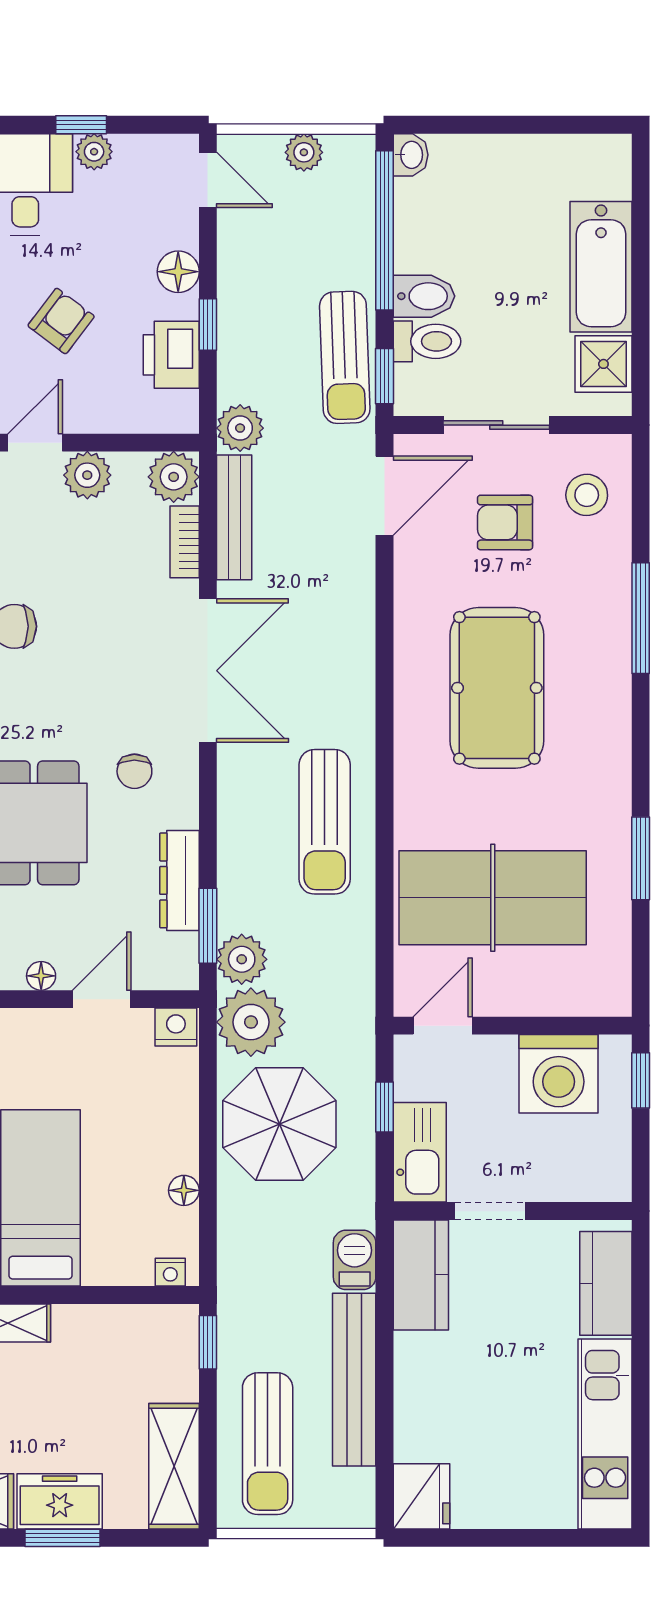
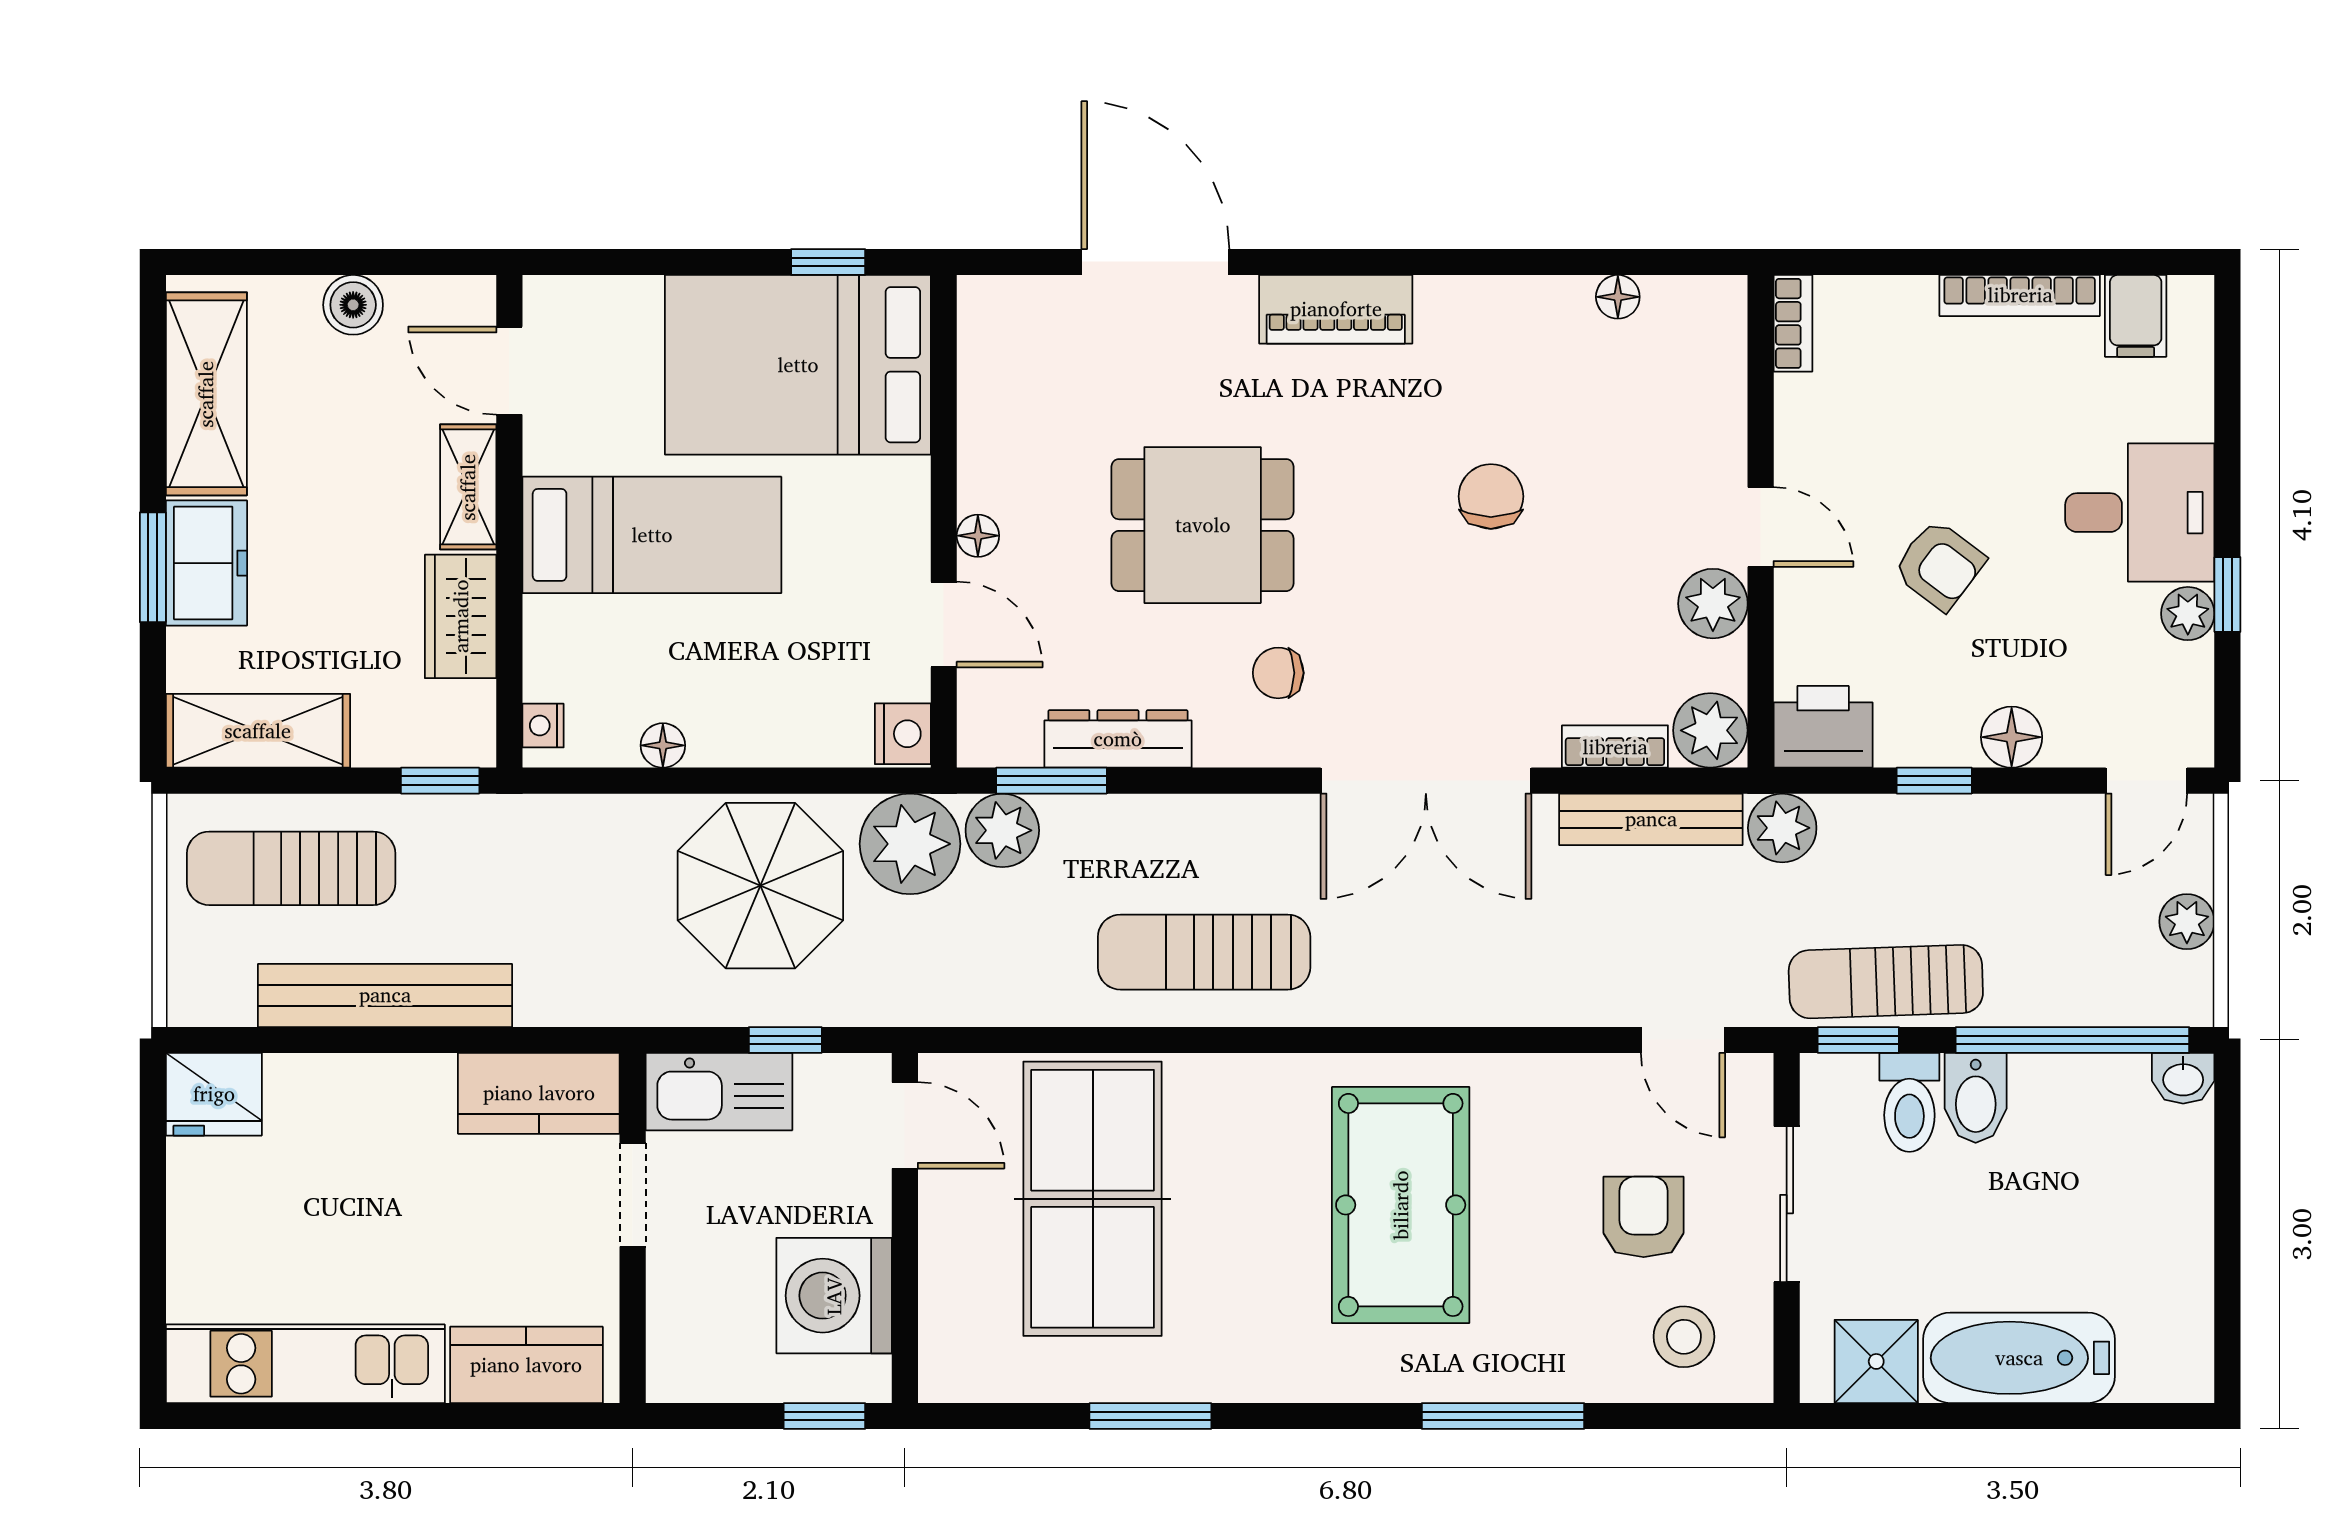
printer: (171, 355) -> (1823, 727), moved
door: (385, 496) -> (1683, 1040), width x0.73
pool table: (497, 688) -> (1401, 1205), turned 90
barbecue: (355, 1260) -> (561, 996), removed
wardrobe: (96, 1328) -> (461, 616), added

